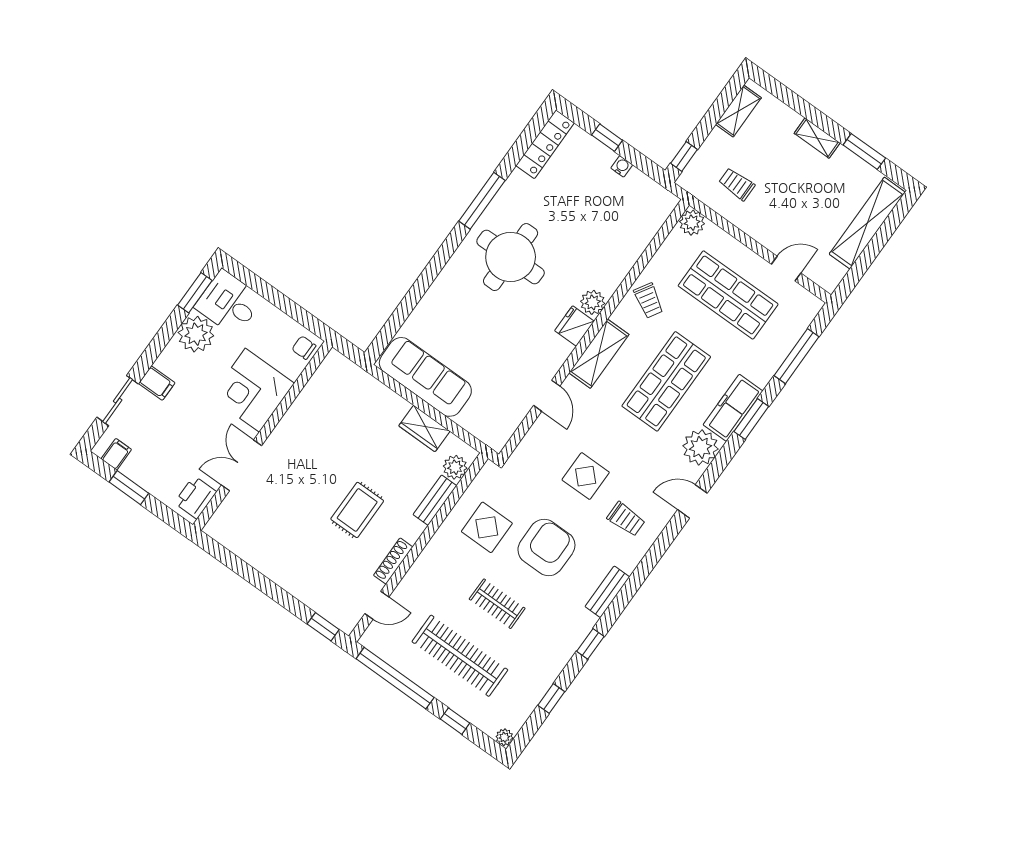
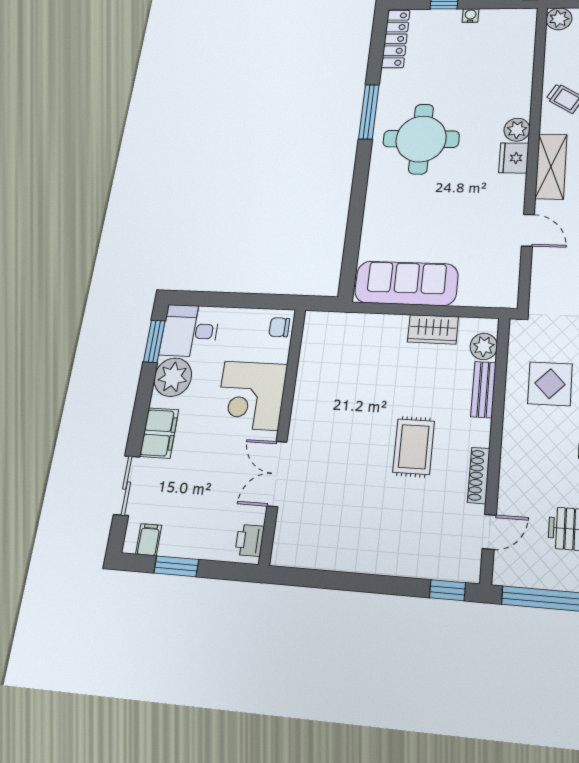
filing cabinet: (157, 383) -> (159, 433), width x2.00
printer: (195, 497) -> (250, 540), width x0.73, depth x0.81

